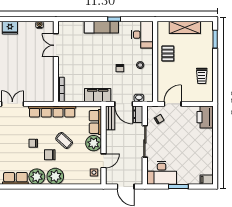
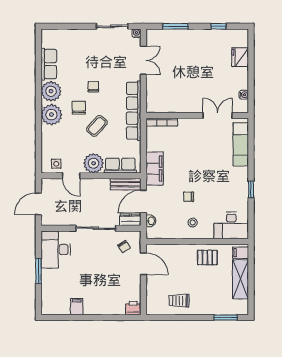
exam couch: (101, 27) -> (241, 144), moved
filing cabinet: (164, 27) -> (241, 253), added
printer: (205, 117) -> (133, 308), width x0.53, depth x0.68
filing cabinet: (207, 180) -> (77, 307), moved

